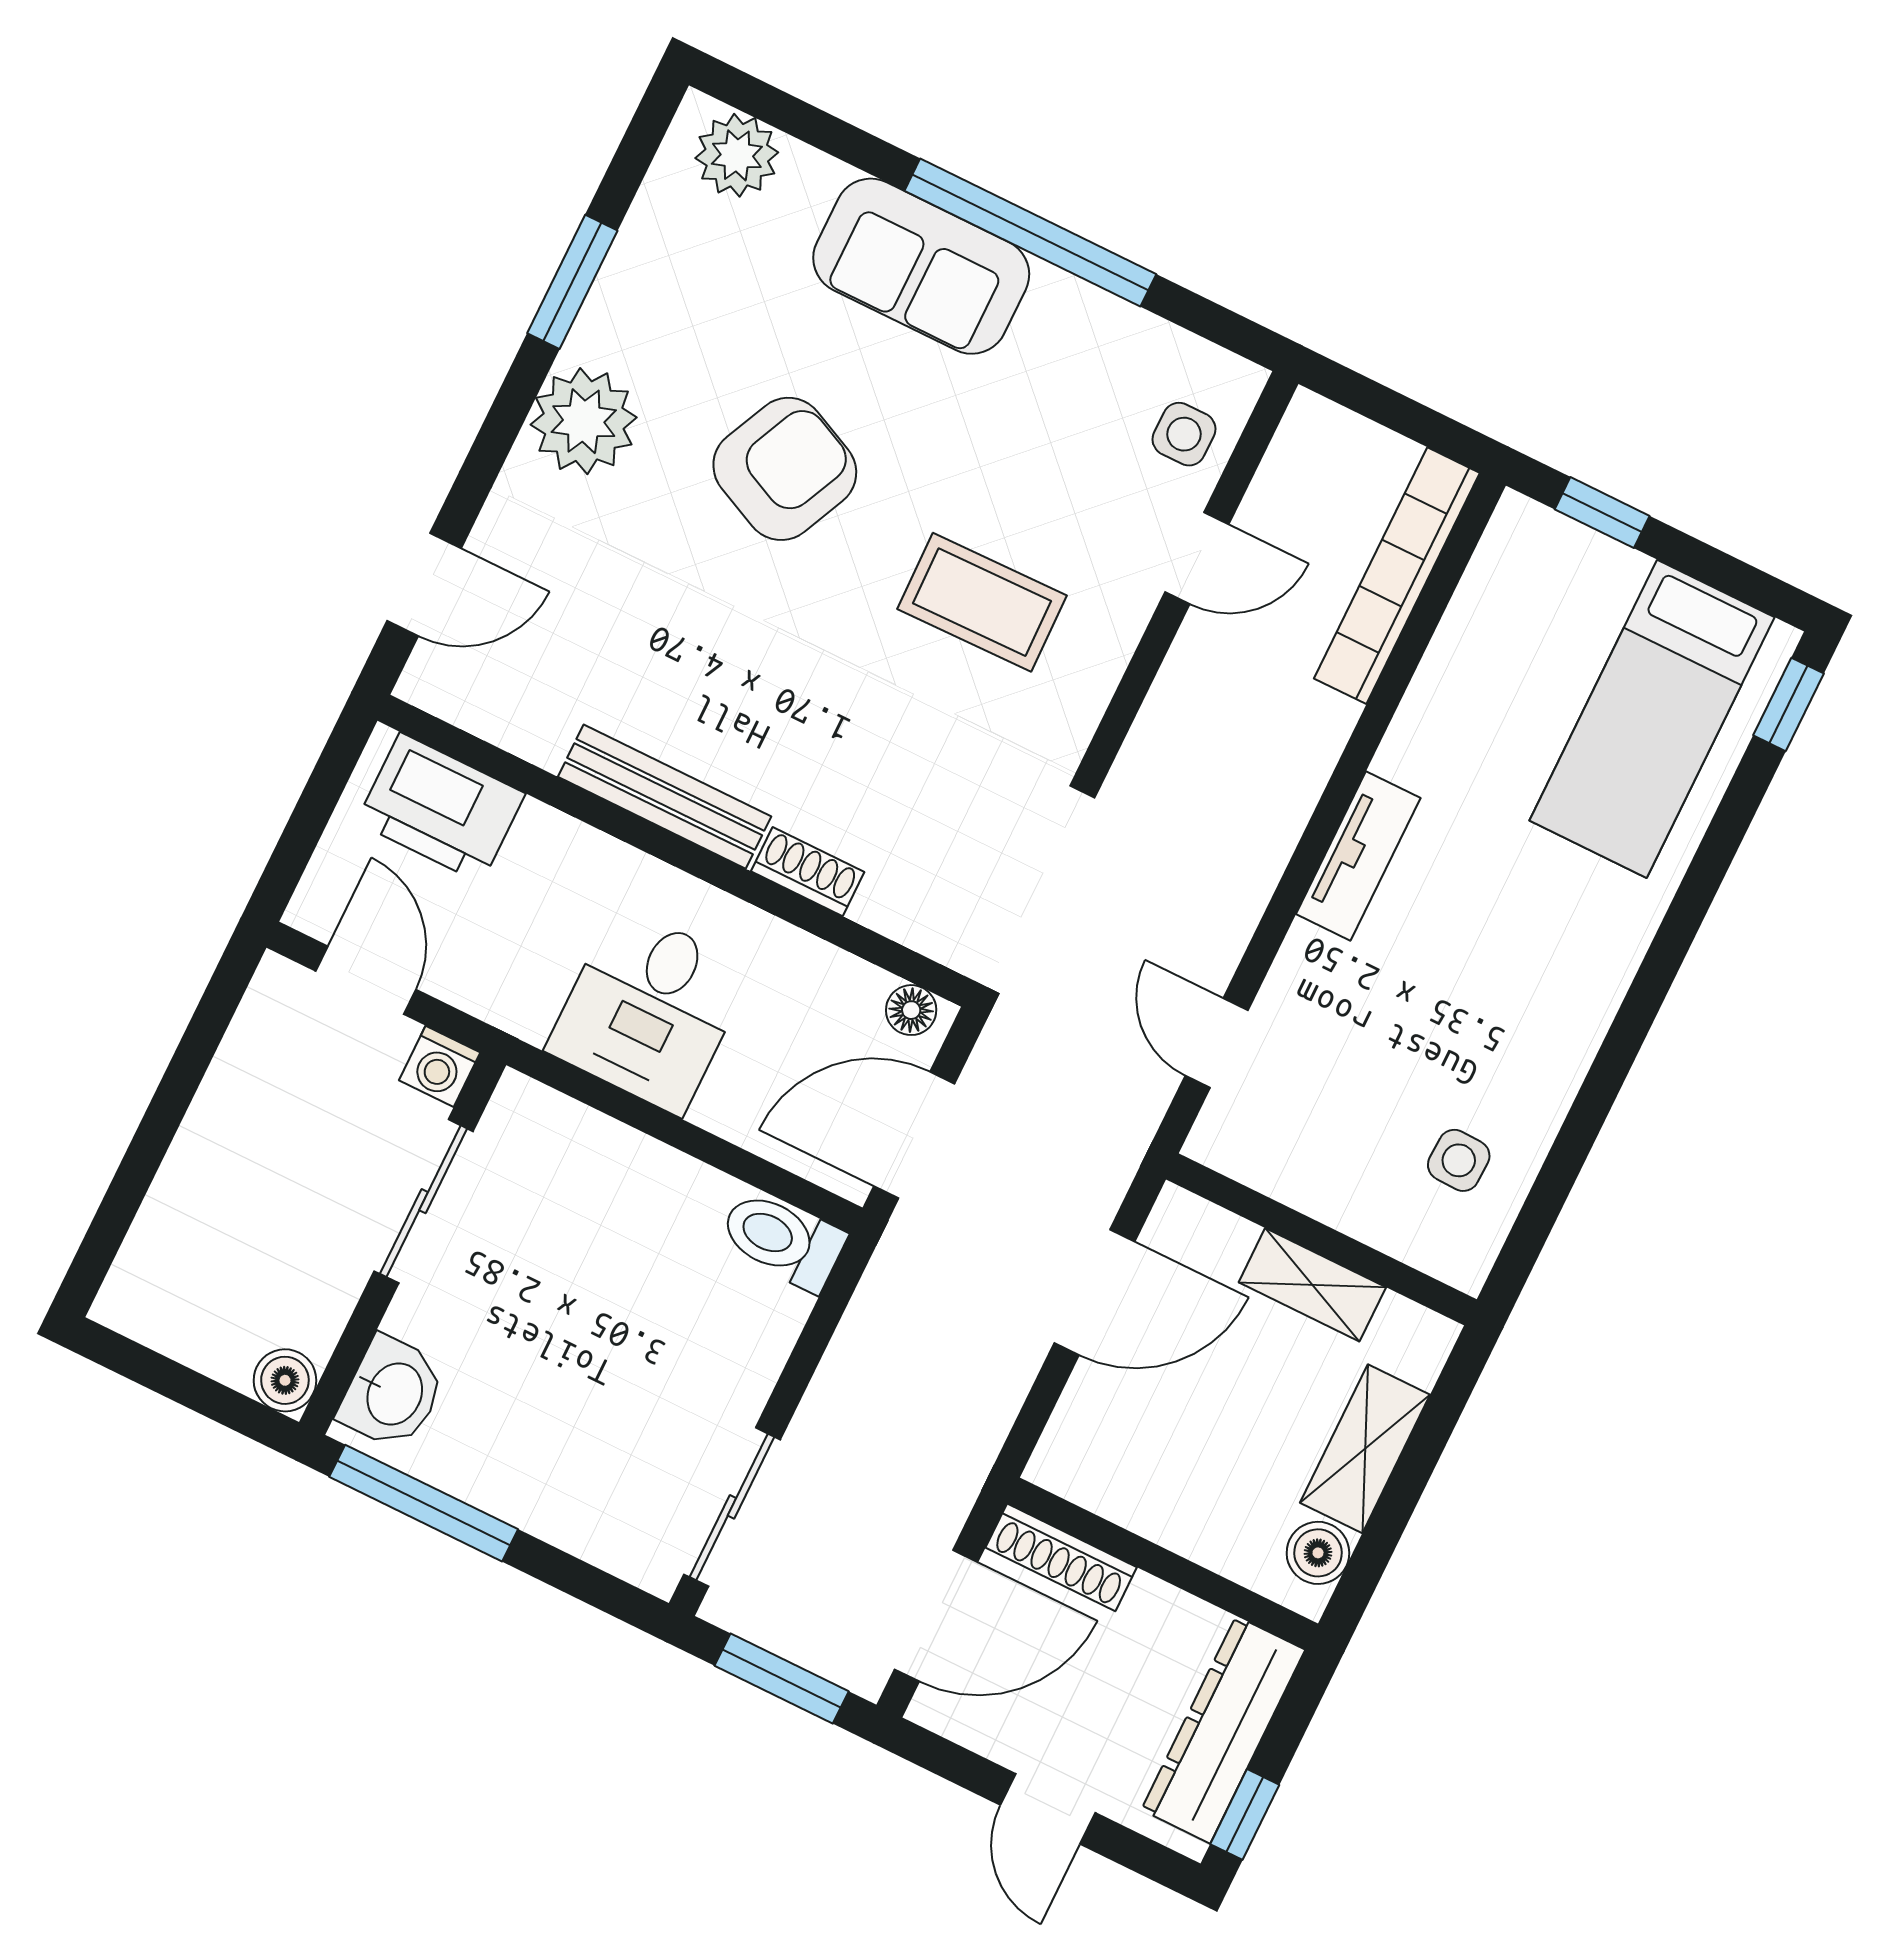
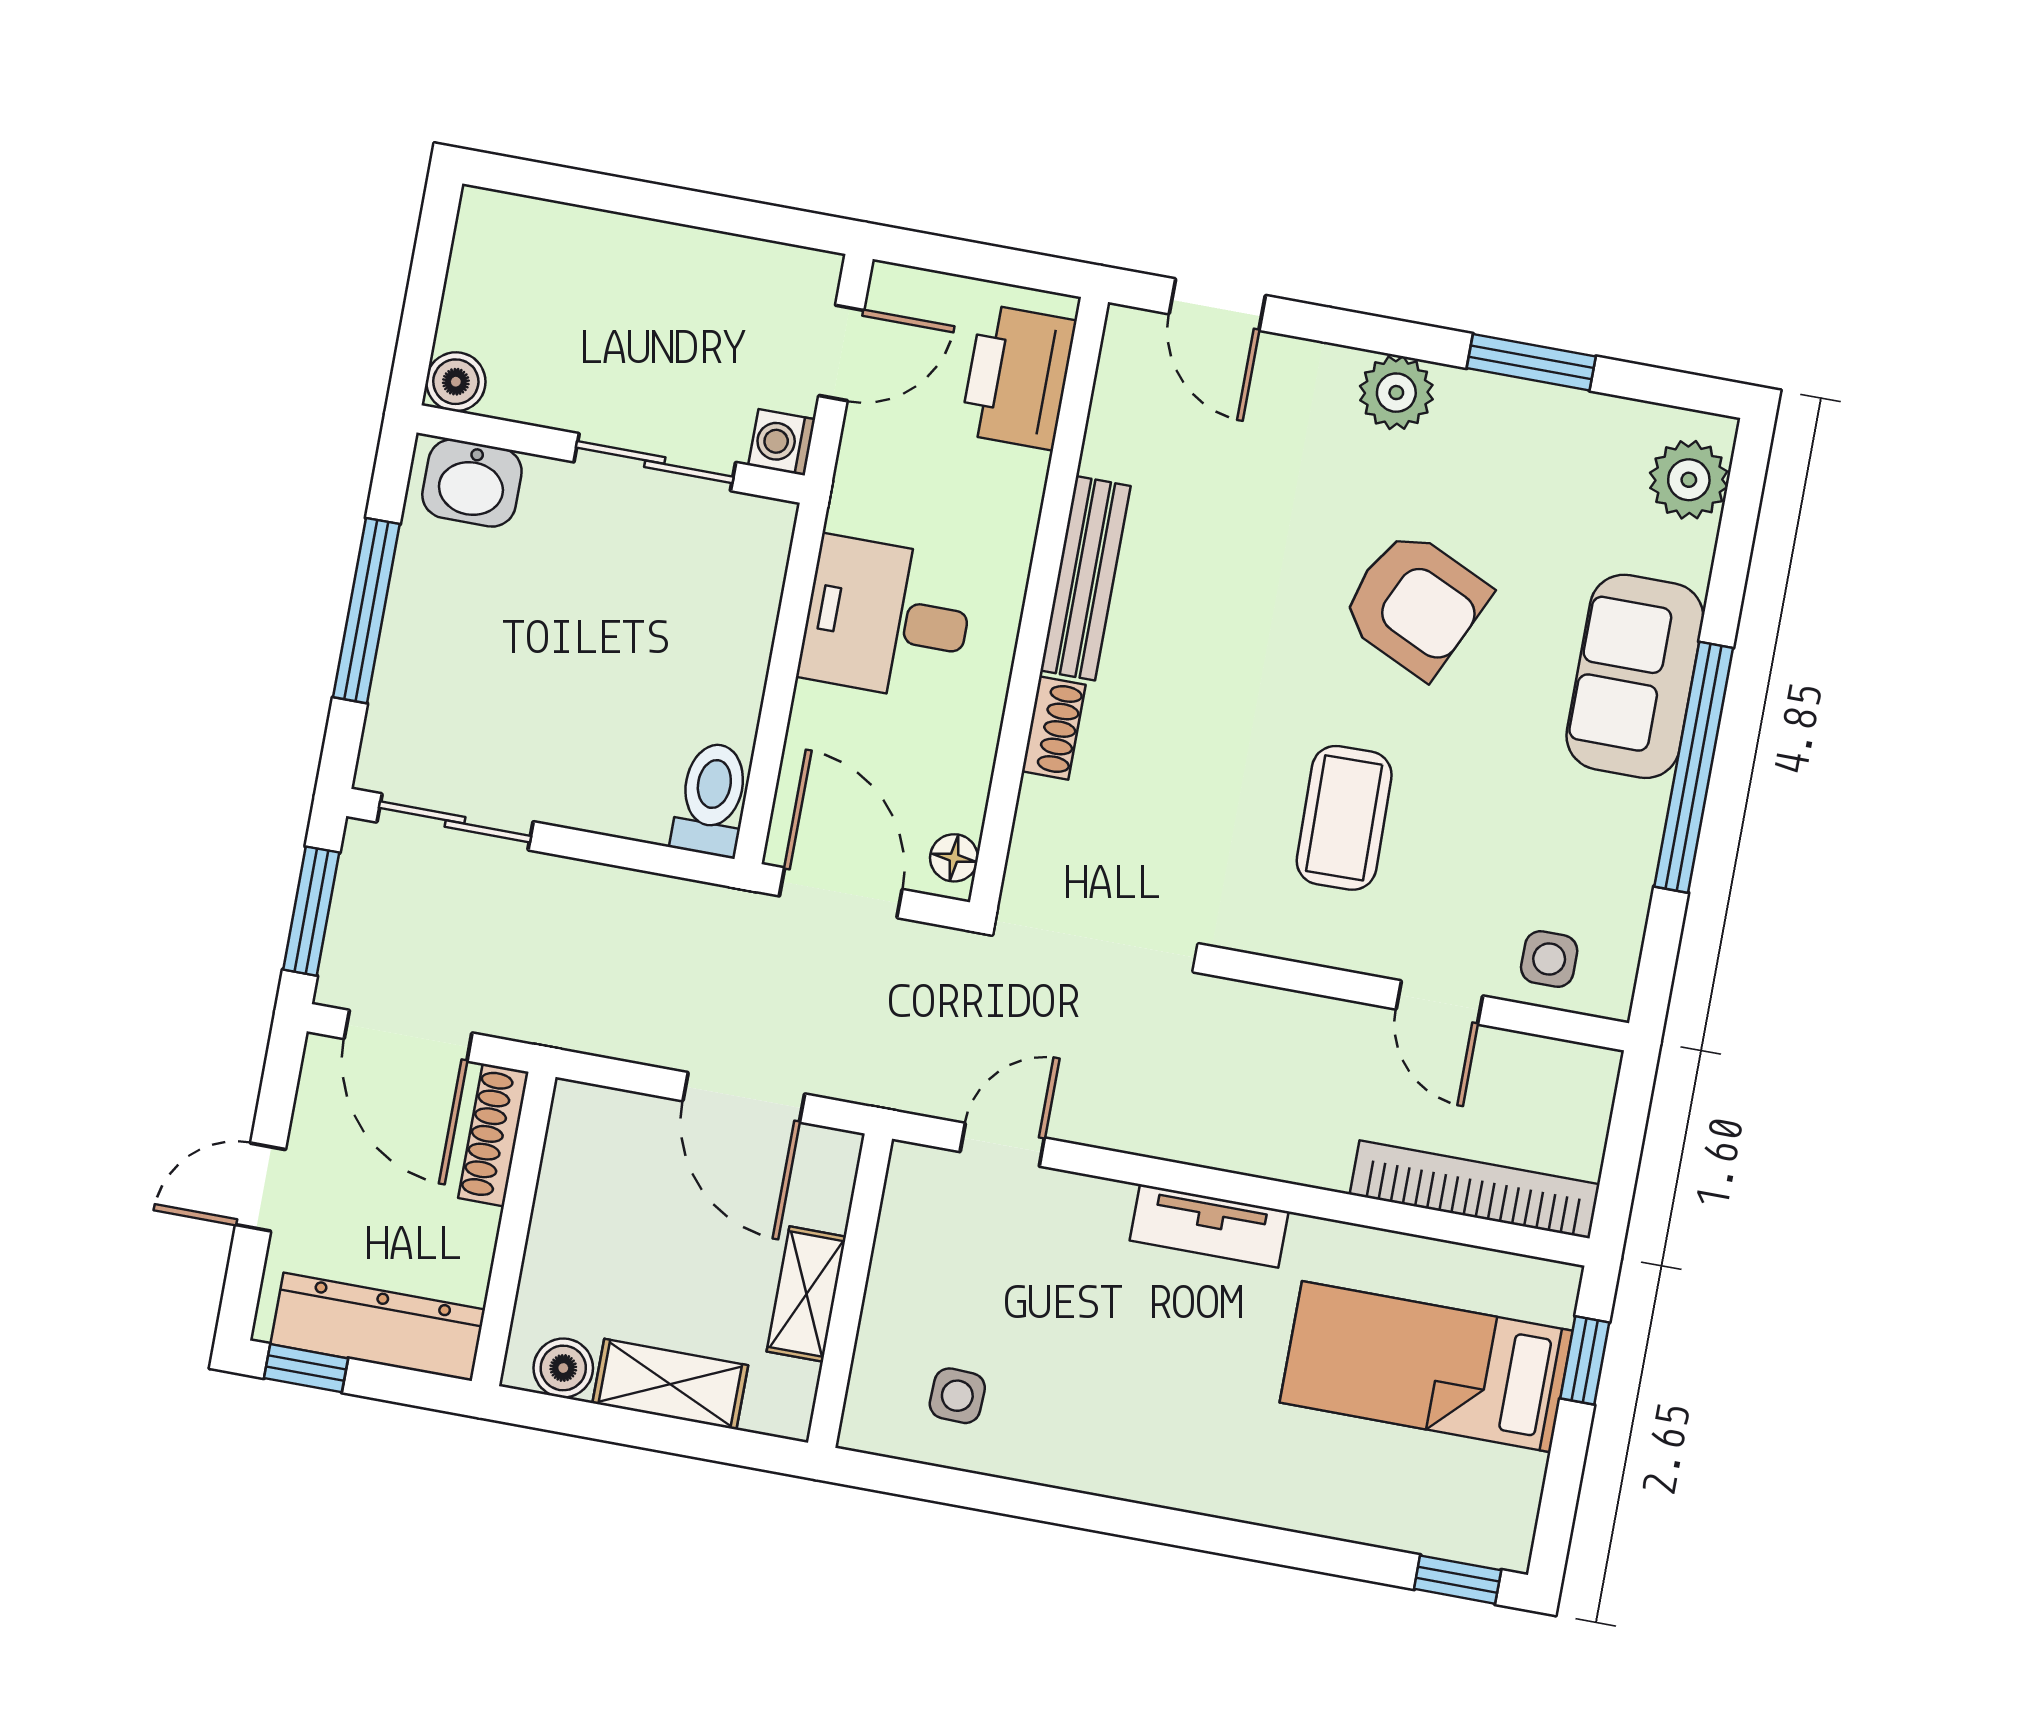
plant: (584, 421) -> (1396, 393), width x0.73, depth x0.73
bed: (1652, 719) -> (1426, 1367), moved
window: (424, 1503) -> (366, 611), moved

